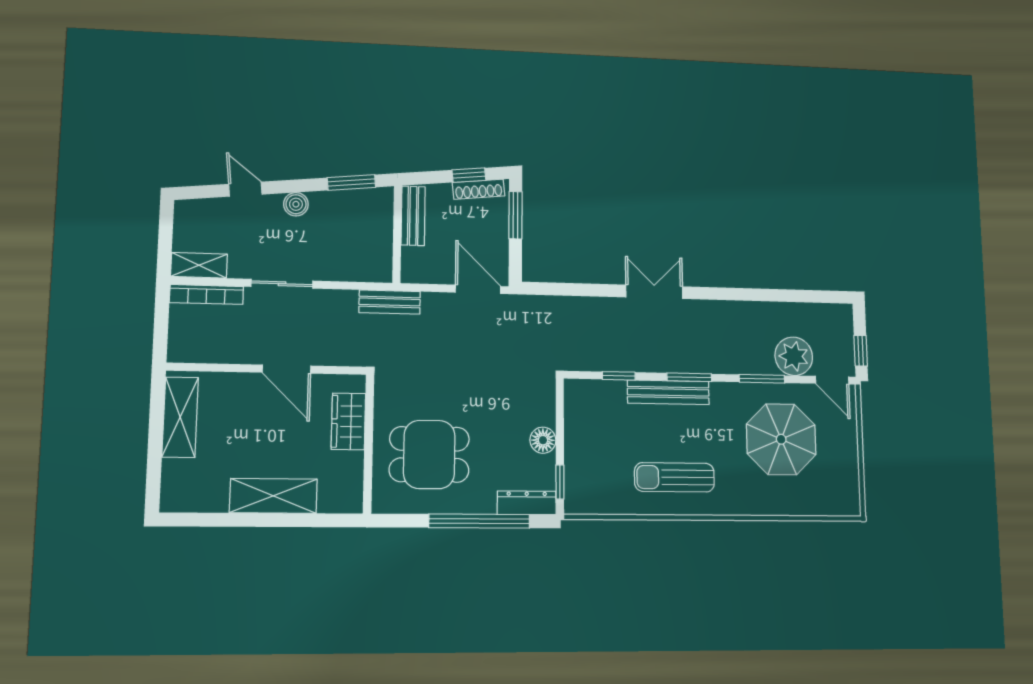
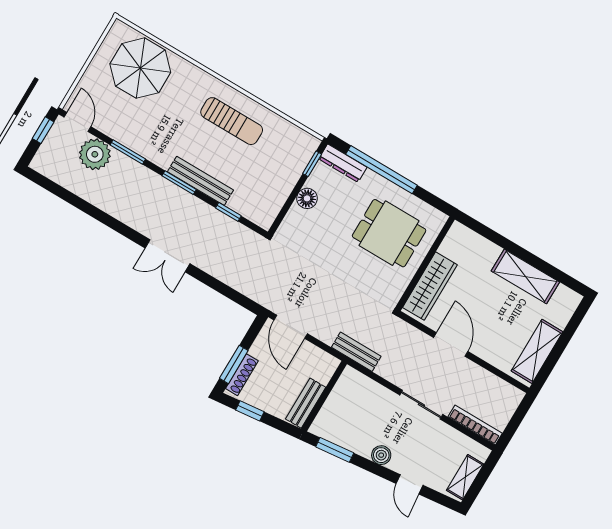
shoe rack: (479, 189) -> (242, 375), moved, turned 96
shelving: (199, 265) -> (465, 477), moved, turned 90
wardrobe: (348, 421) -> (430, 286), width x1.50
parasol: (781, 439) -> (140, 68), moved
shelving: (273, 496) -> (525, 276), moved

